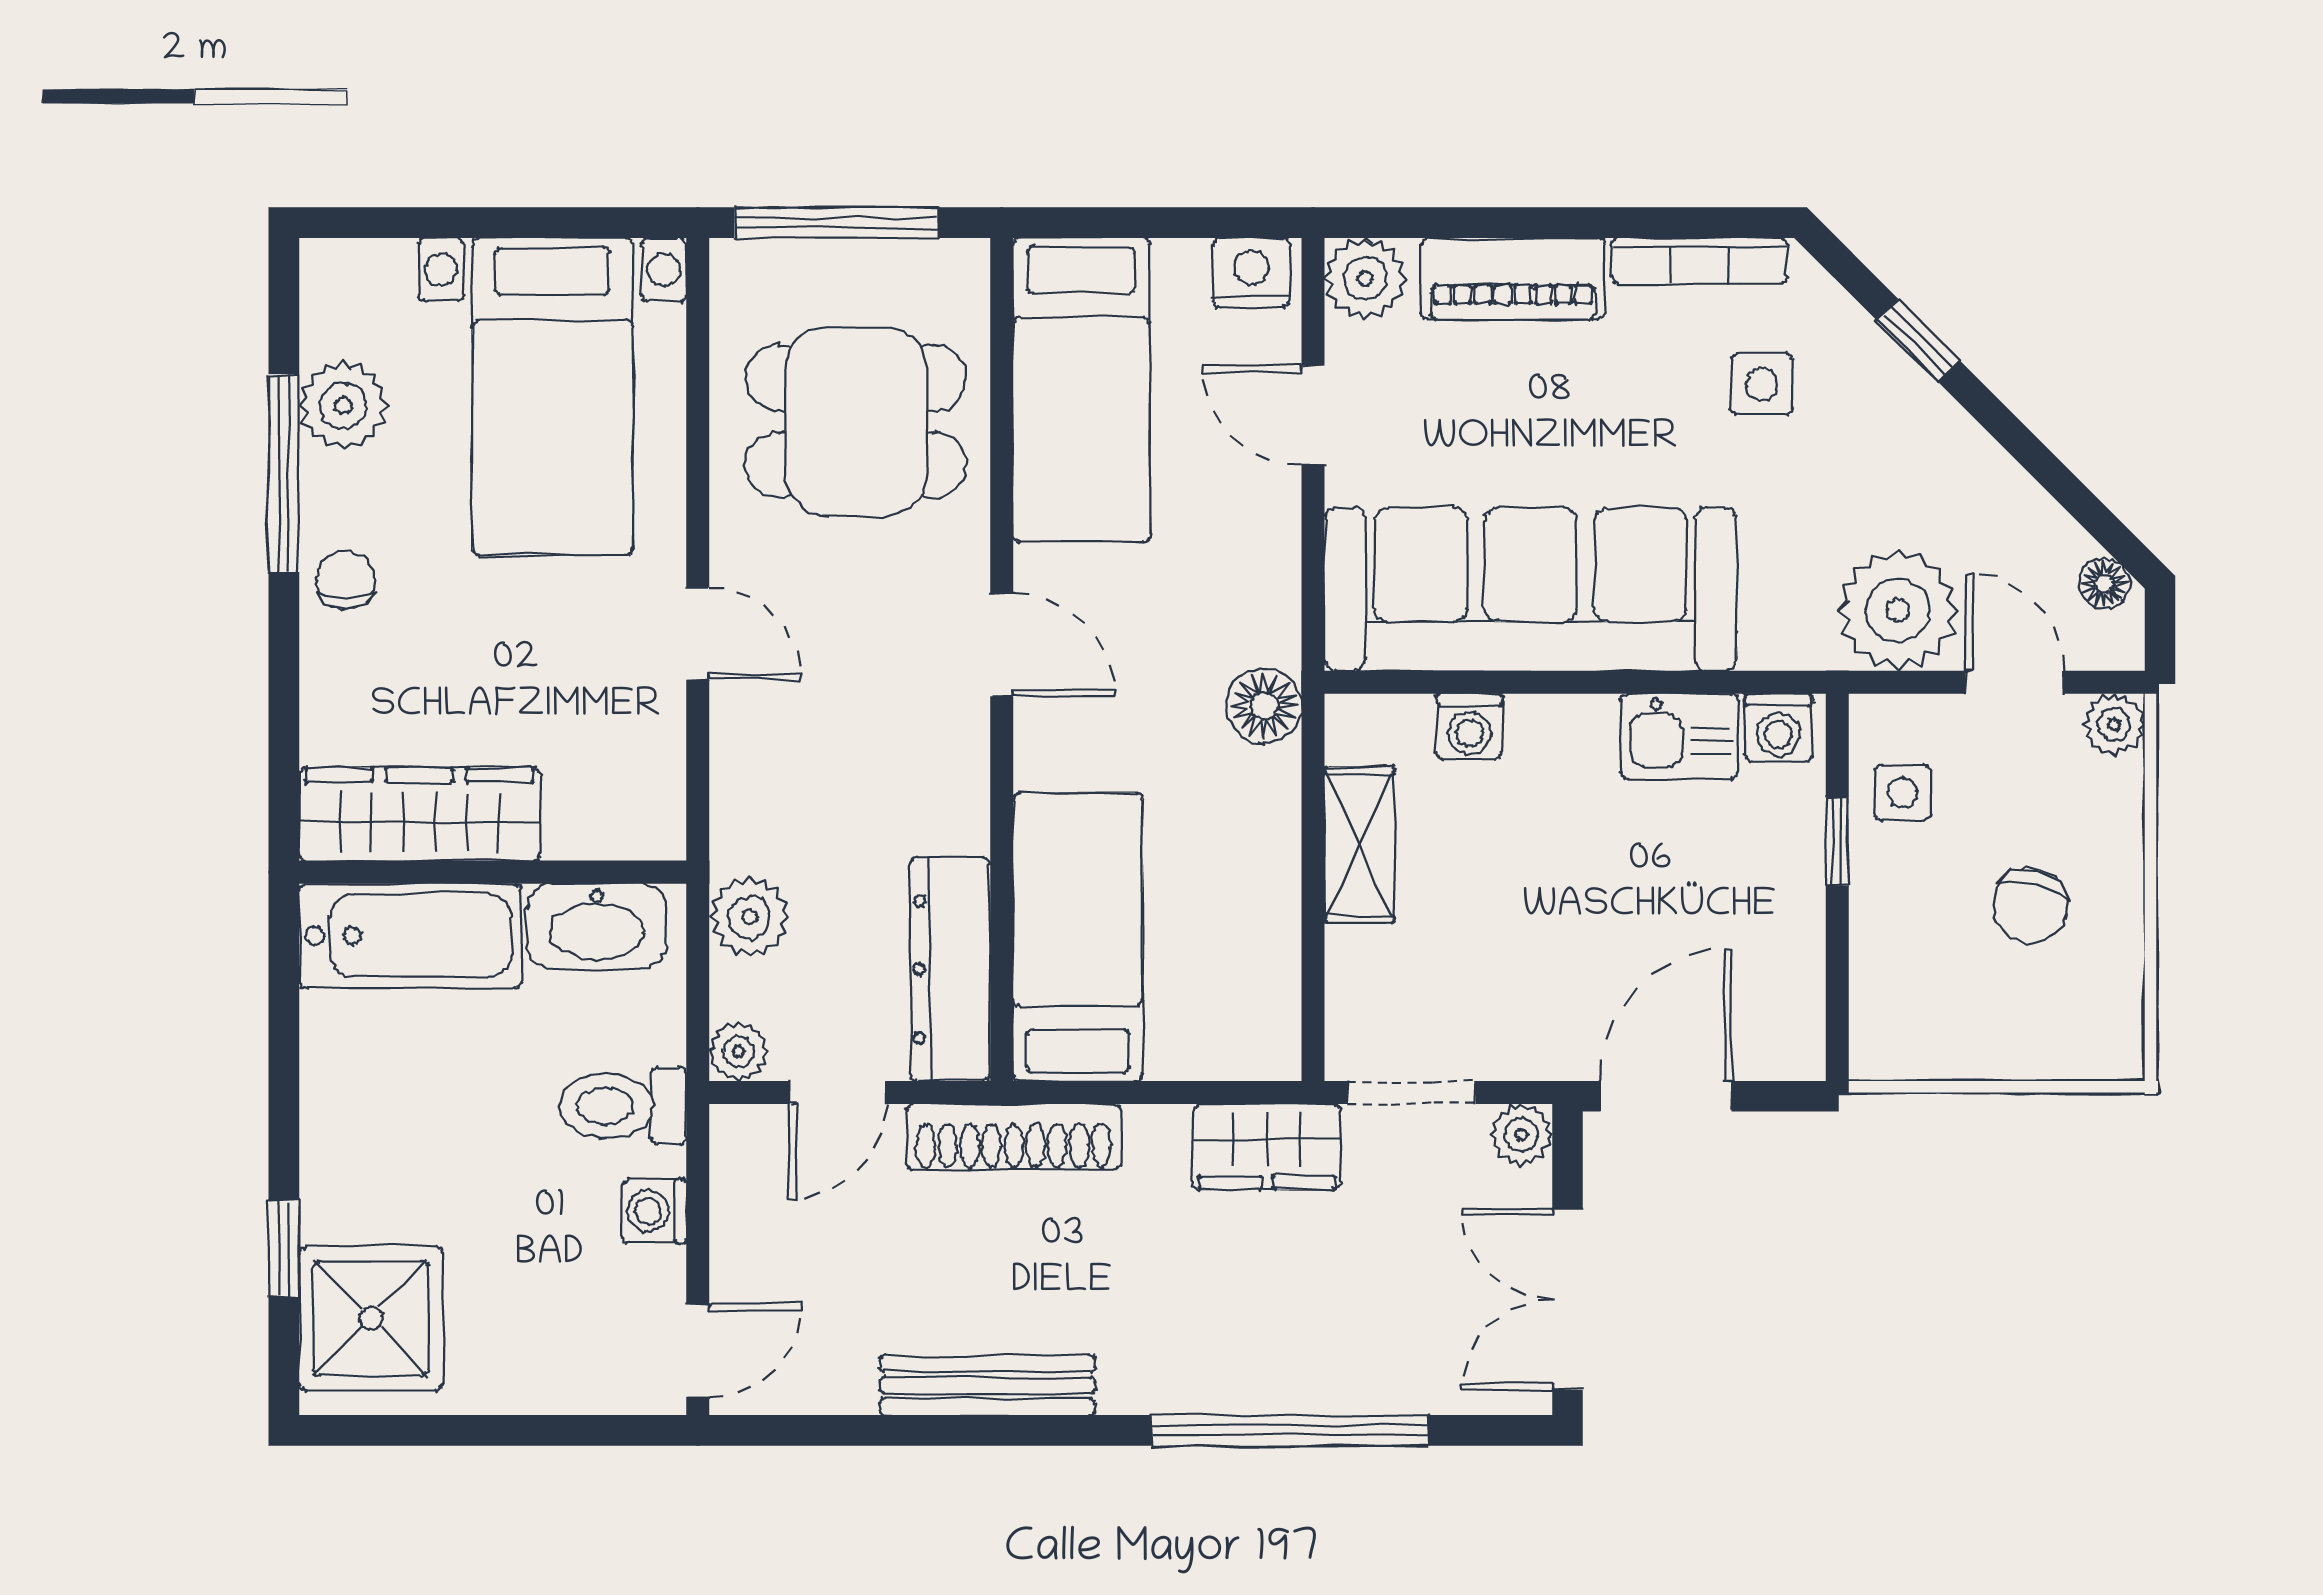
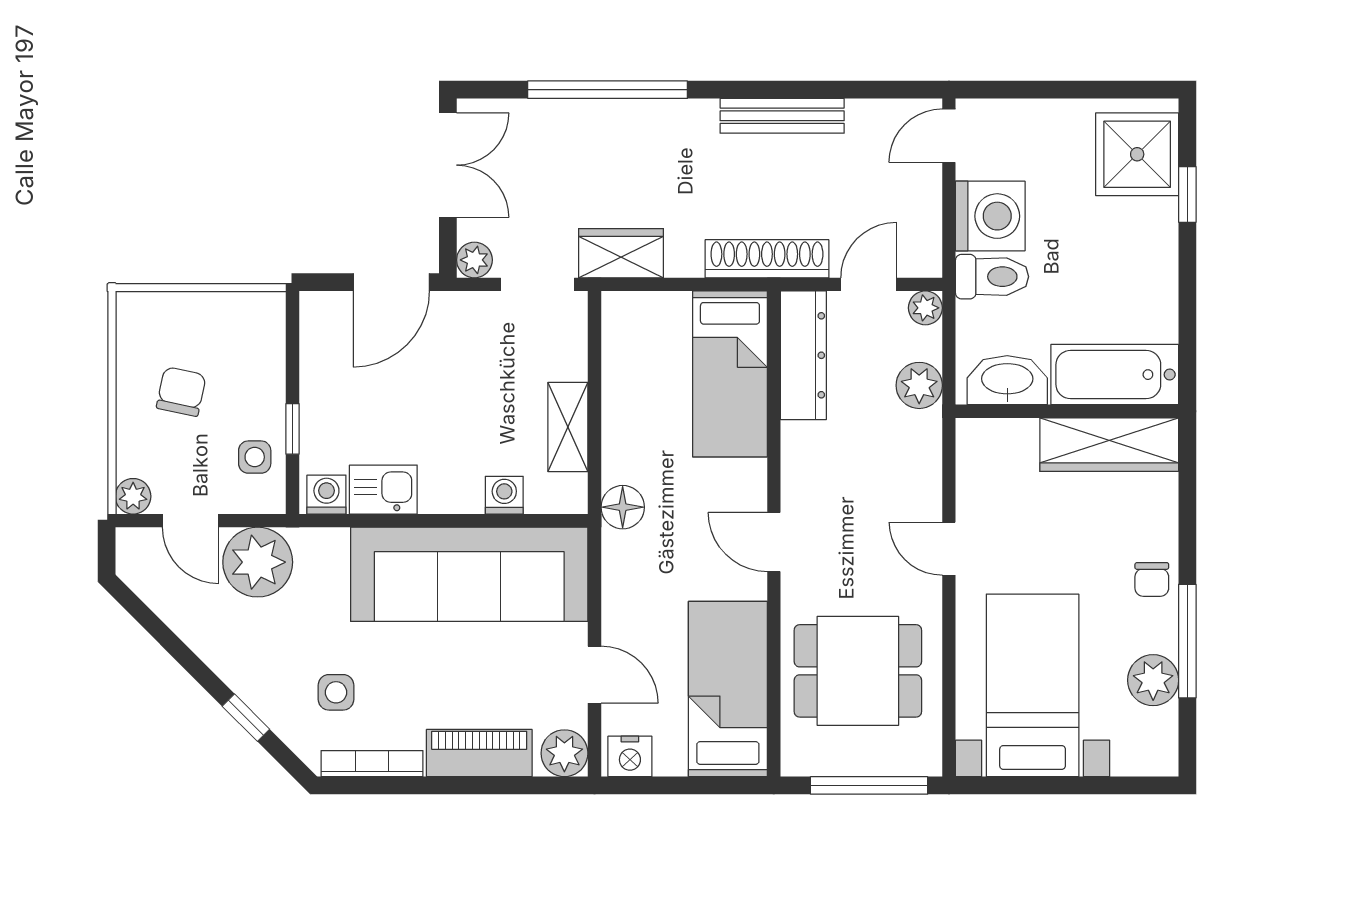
floor lamp: (2104, 584) -> (139, 577), removed
washing machine: (654, 1211) -> (990, 216), width x1.89, depth x1.89

